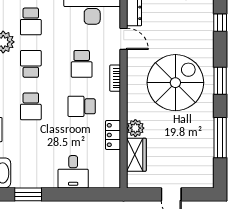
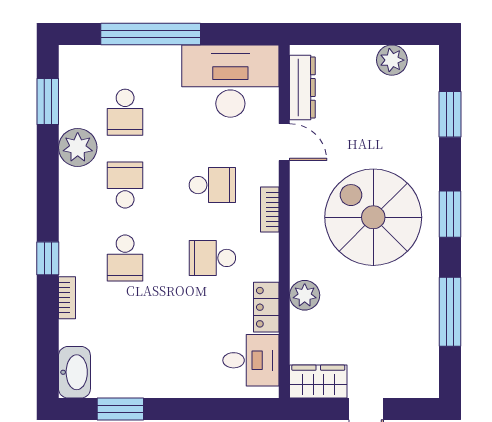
window: (220, 23) -> (450, 114), width x1.50
school desk: (82, 64) -> (212, 185), turned -90
spiral stairs: (175, 83) -> (373, 217), turned -90
wardrobe: (136, 155) -> (318, 382), moved, turned -90
desk: (73, 172) -> (251, 360), moved, turned -90

